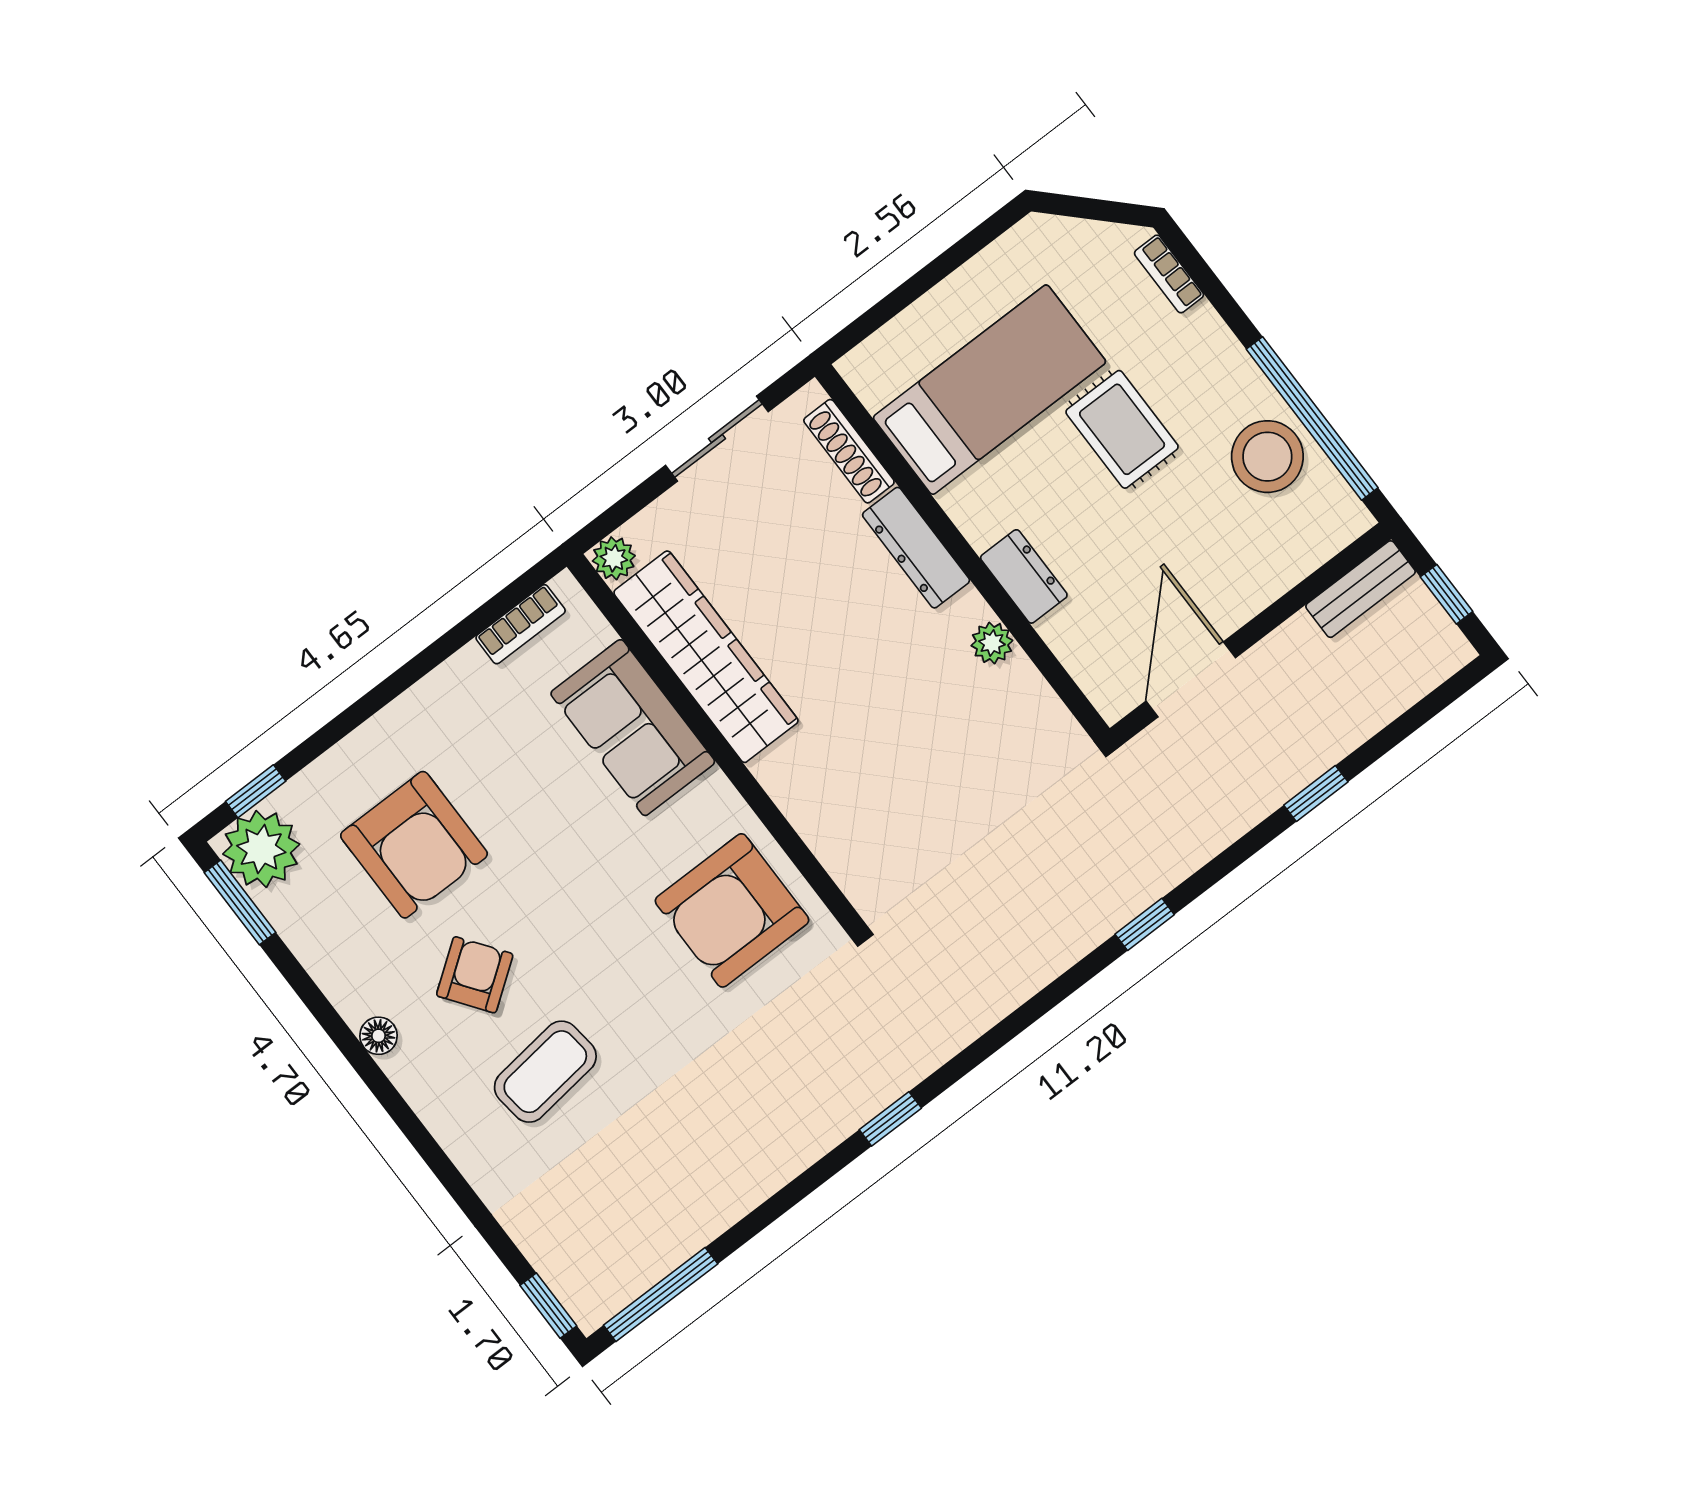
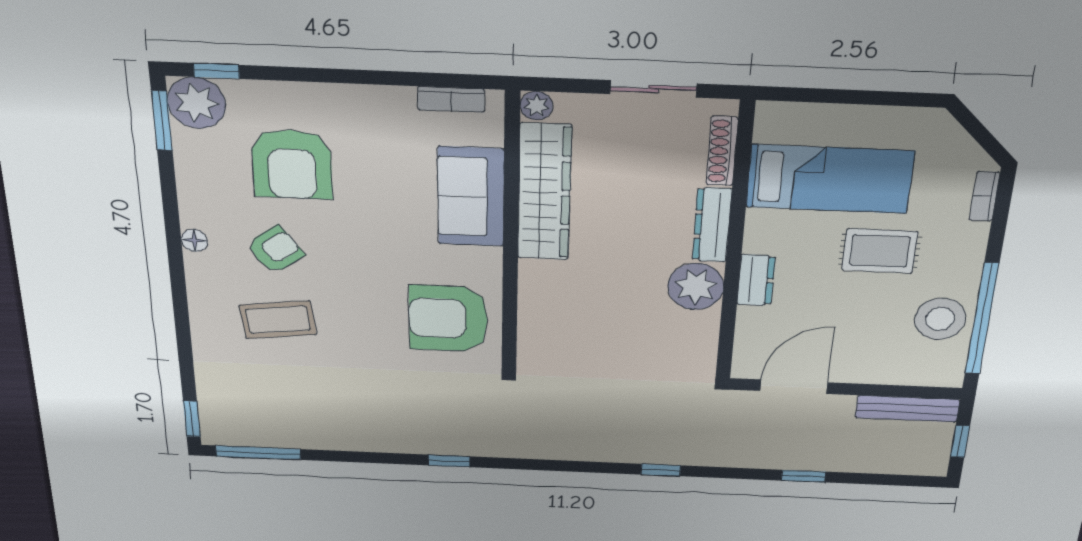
rug: (1122, 429) -> (880, 251), turned 90
bench: (1361, 589) -> (907, 409), width x1.36
plant: (992, 643) -> (696, 287), width x1.88, depth x1.88

